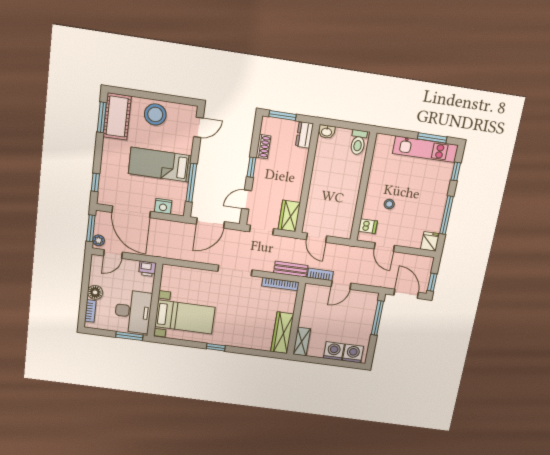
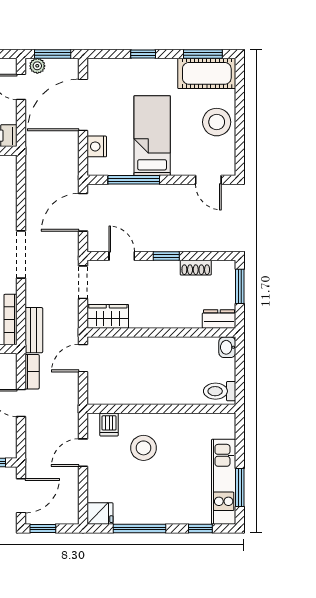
window: (95, 182) -> (143, 54), moved
stool: (389, 204) -> (143, 448), width x1.89, depth x1.89
door: (210, 223) -> (83, 212), hinge flipped

